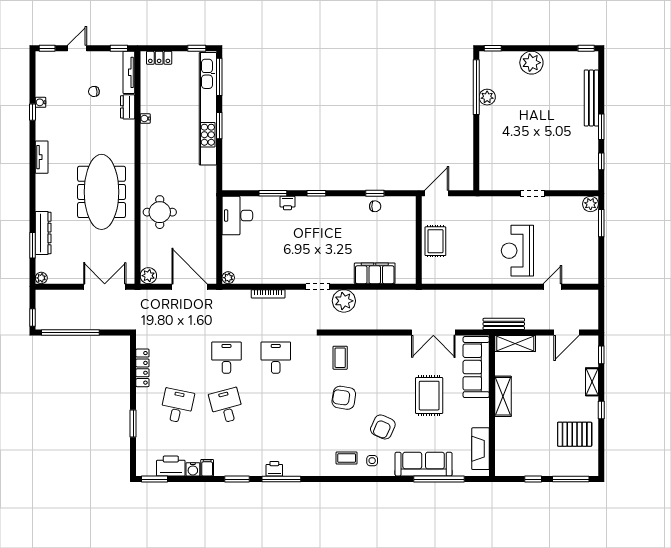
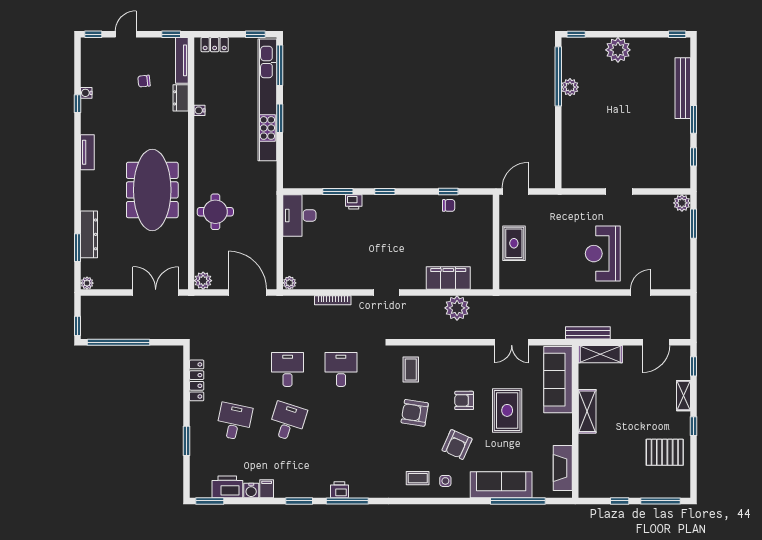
plant: (344, 301) -> (457, 308), moved
double door: (433, 333) -> (512, 342), width x0.73
armchair: (389, 386) -> (464, 400), added
desk: (226, 406) -> (288, 422), turned 33

